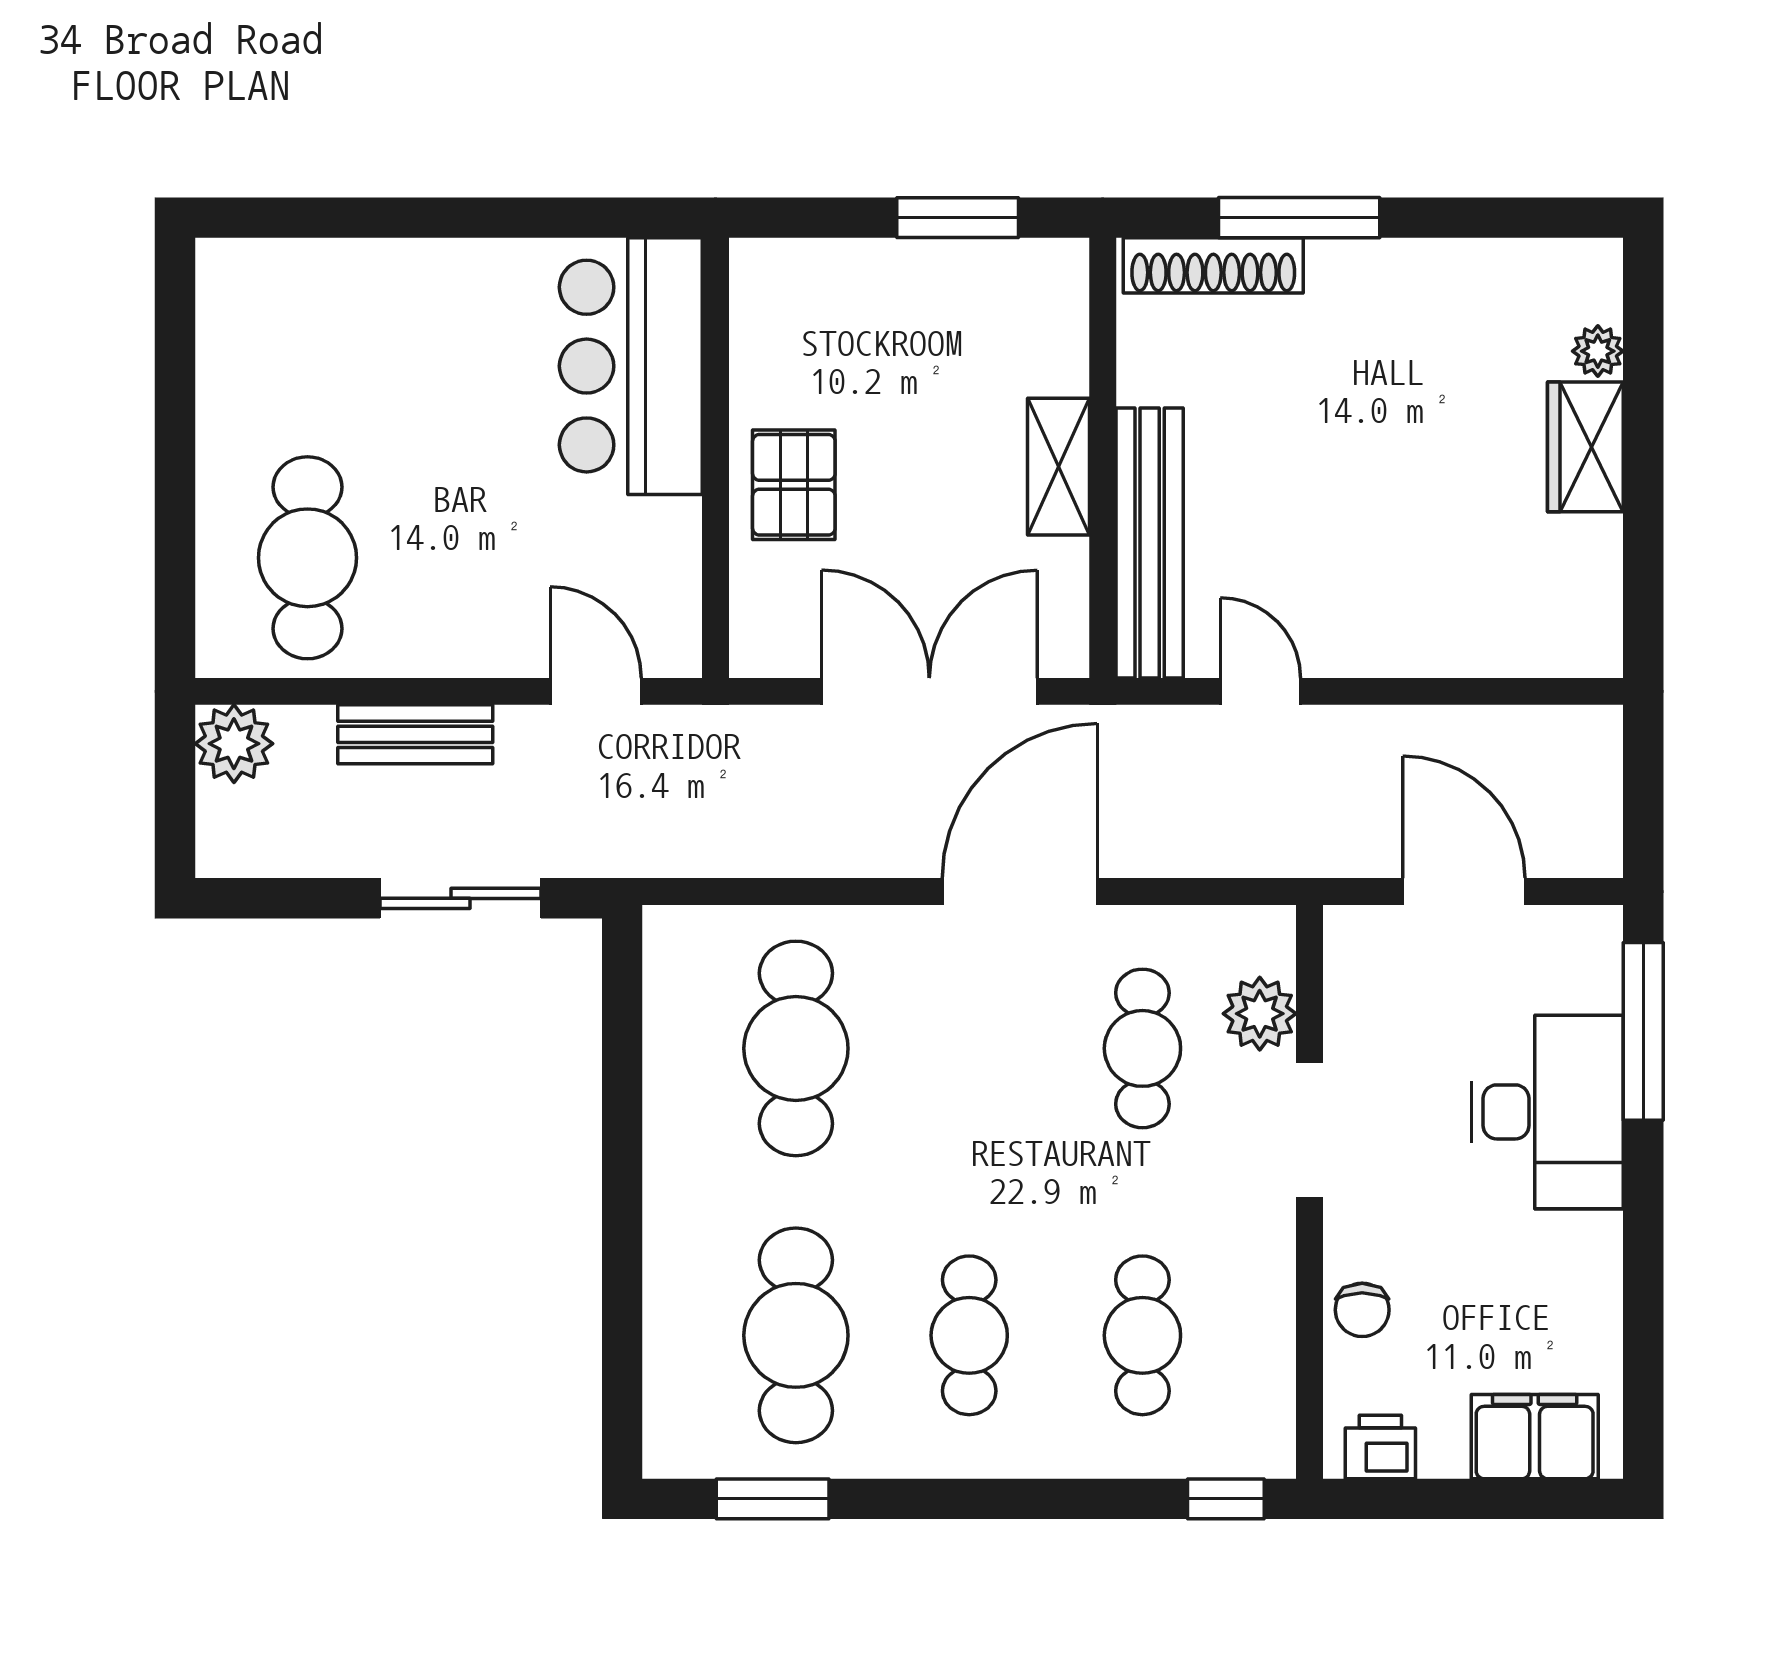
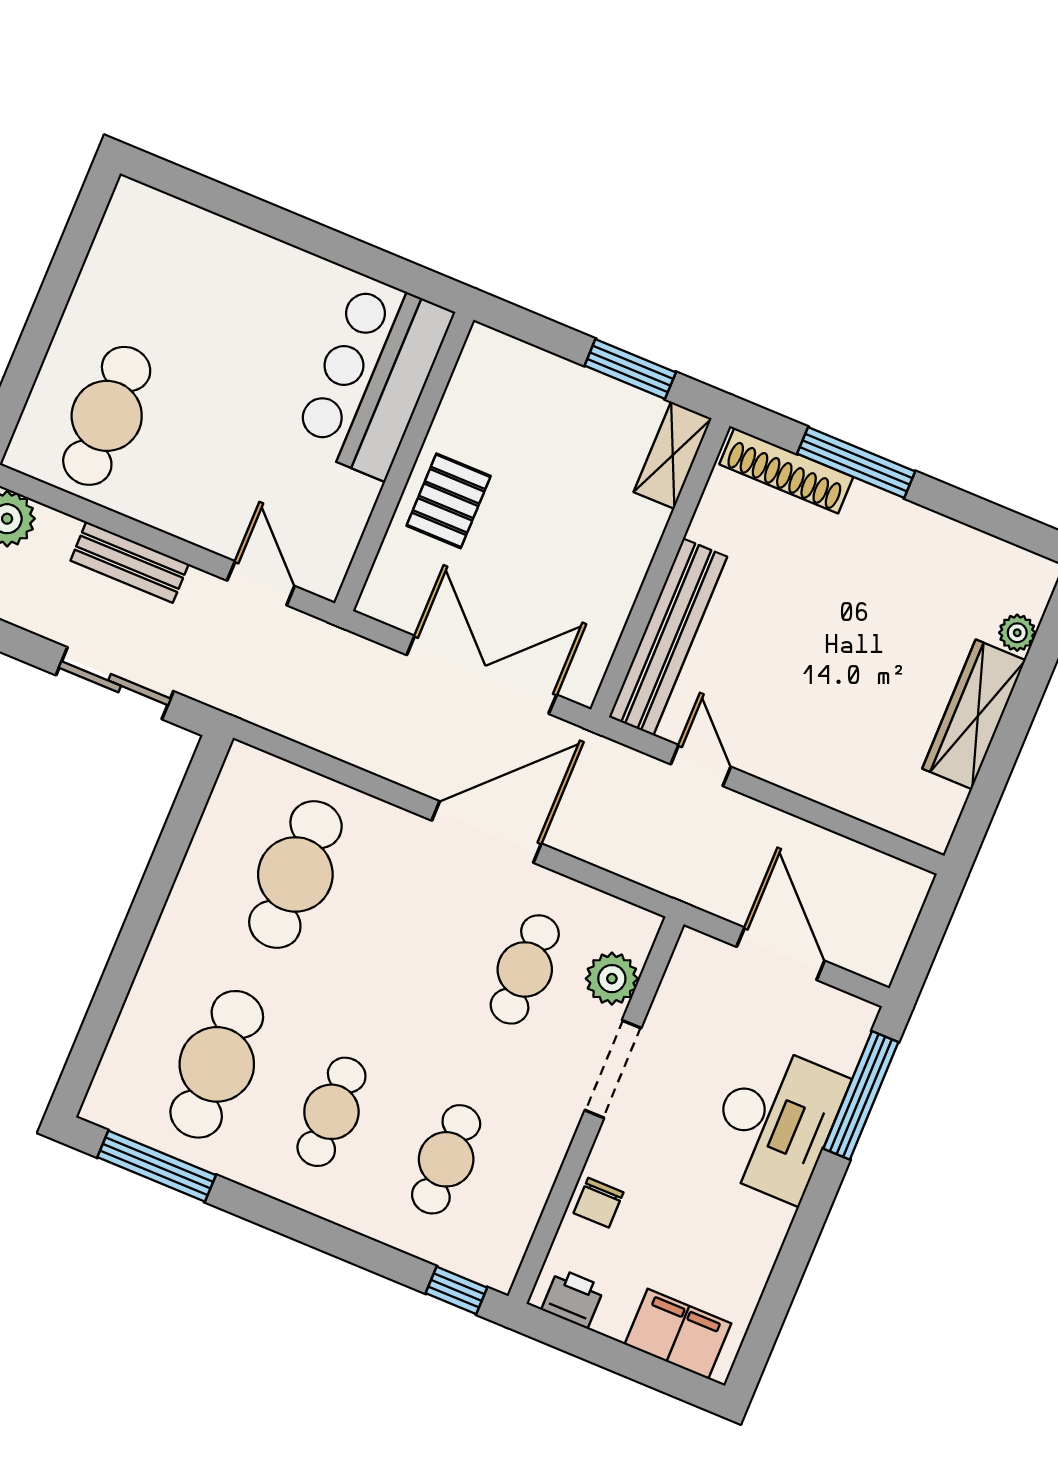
wardrobe: (1585, 447) -> (974, 714), width x1.50
shelving: (1058, 467) -> (673, 455), moved
window: (773, 1499) -> (157, 1166), width x1.44

